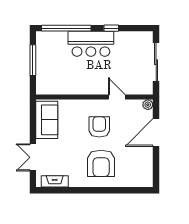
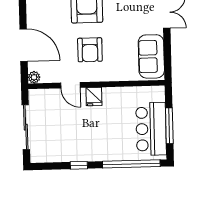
bar counter: (91, 44) -> (151, 129), moved, turned -90
fridge: (97, 87) -> (94, 97), added
door: (156, 132) -> (24, 45), hinge flipped

